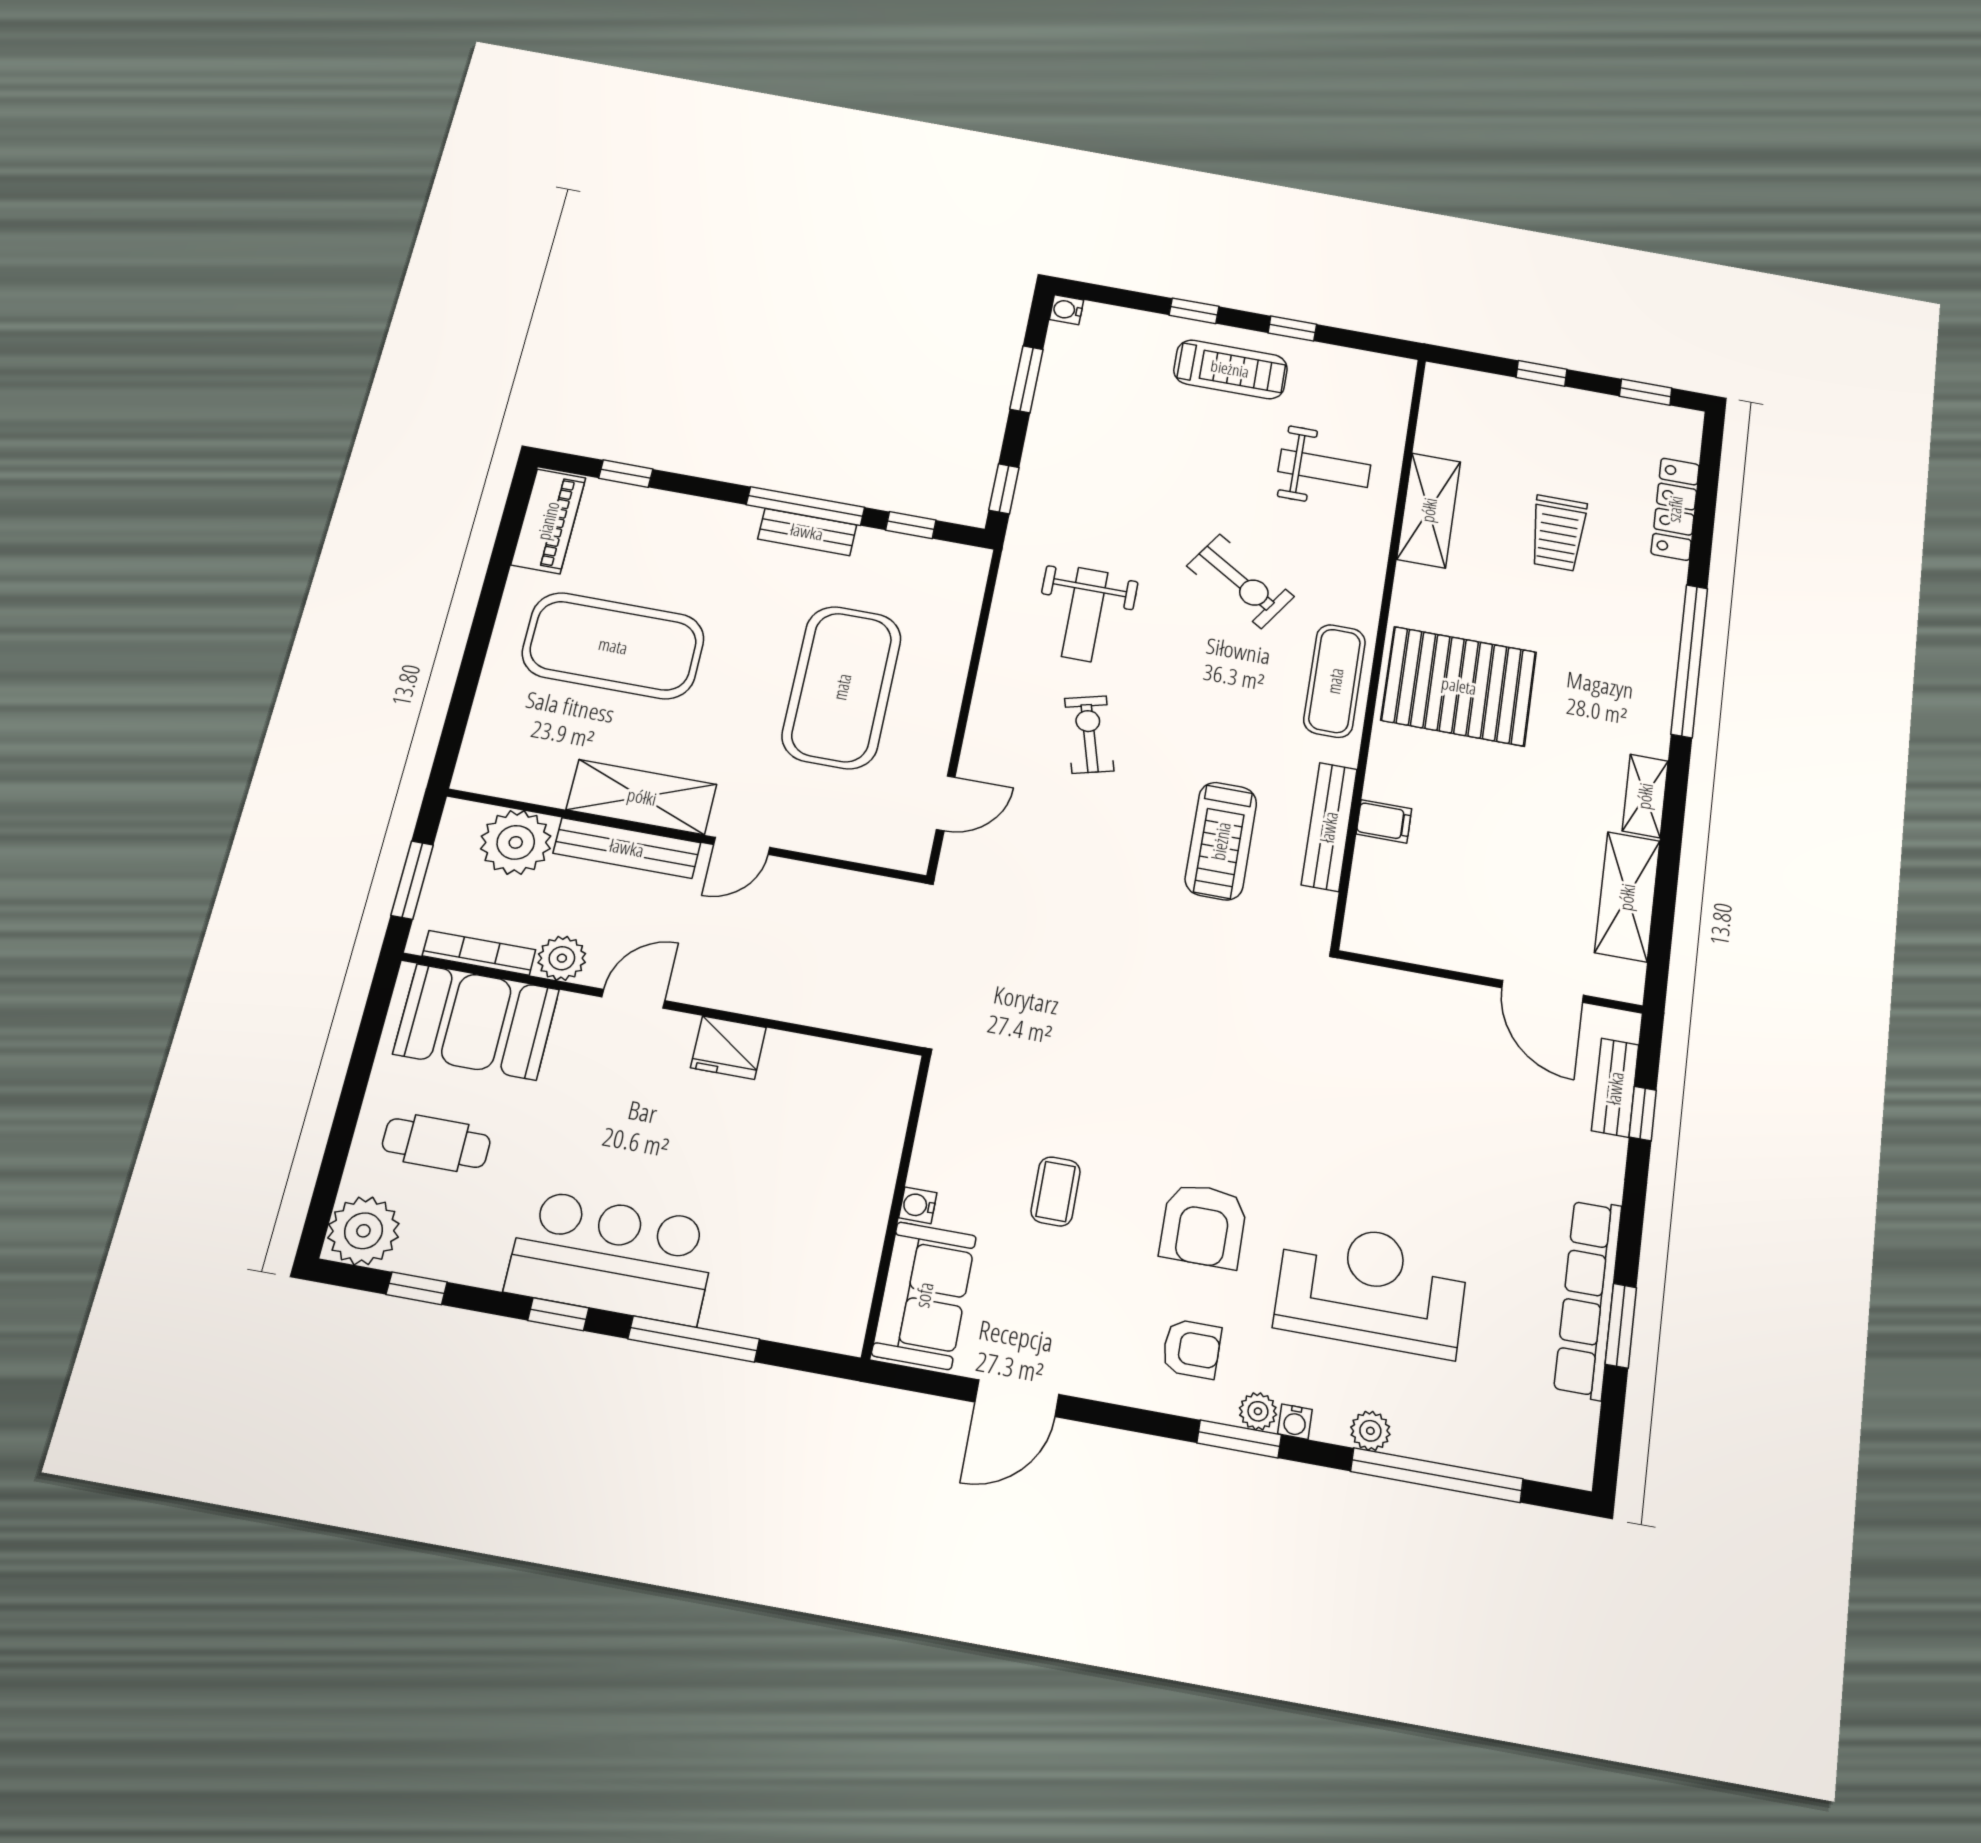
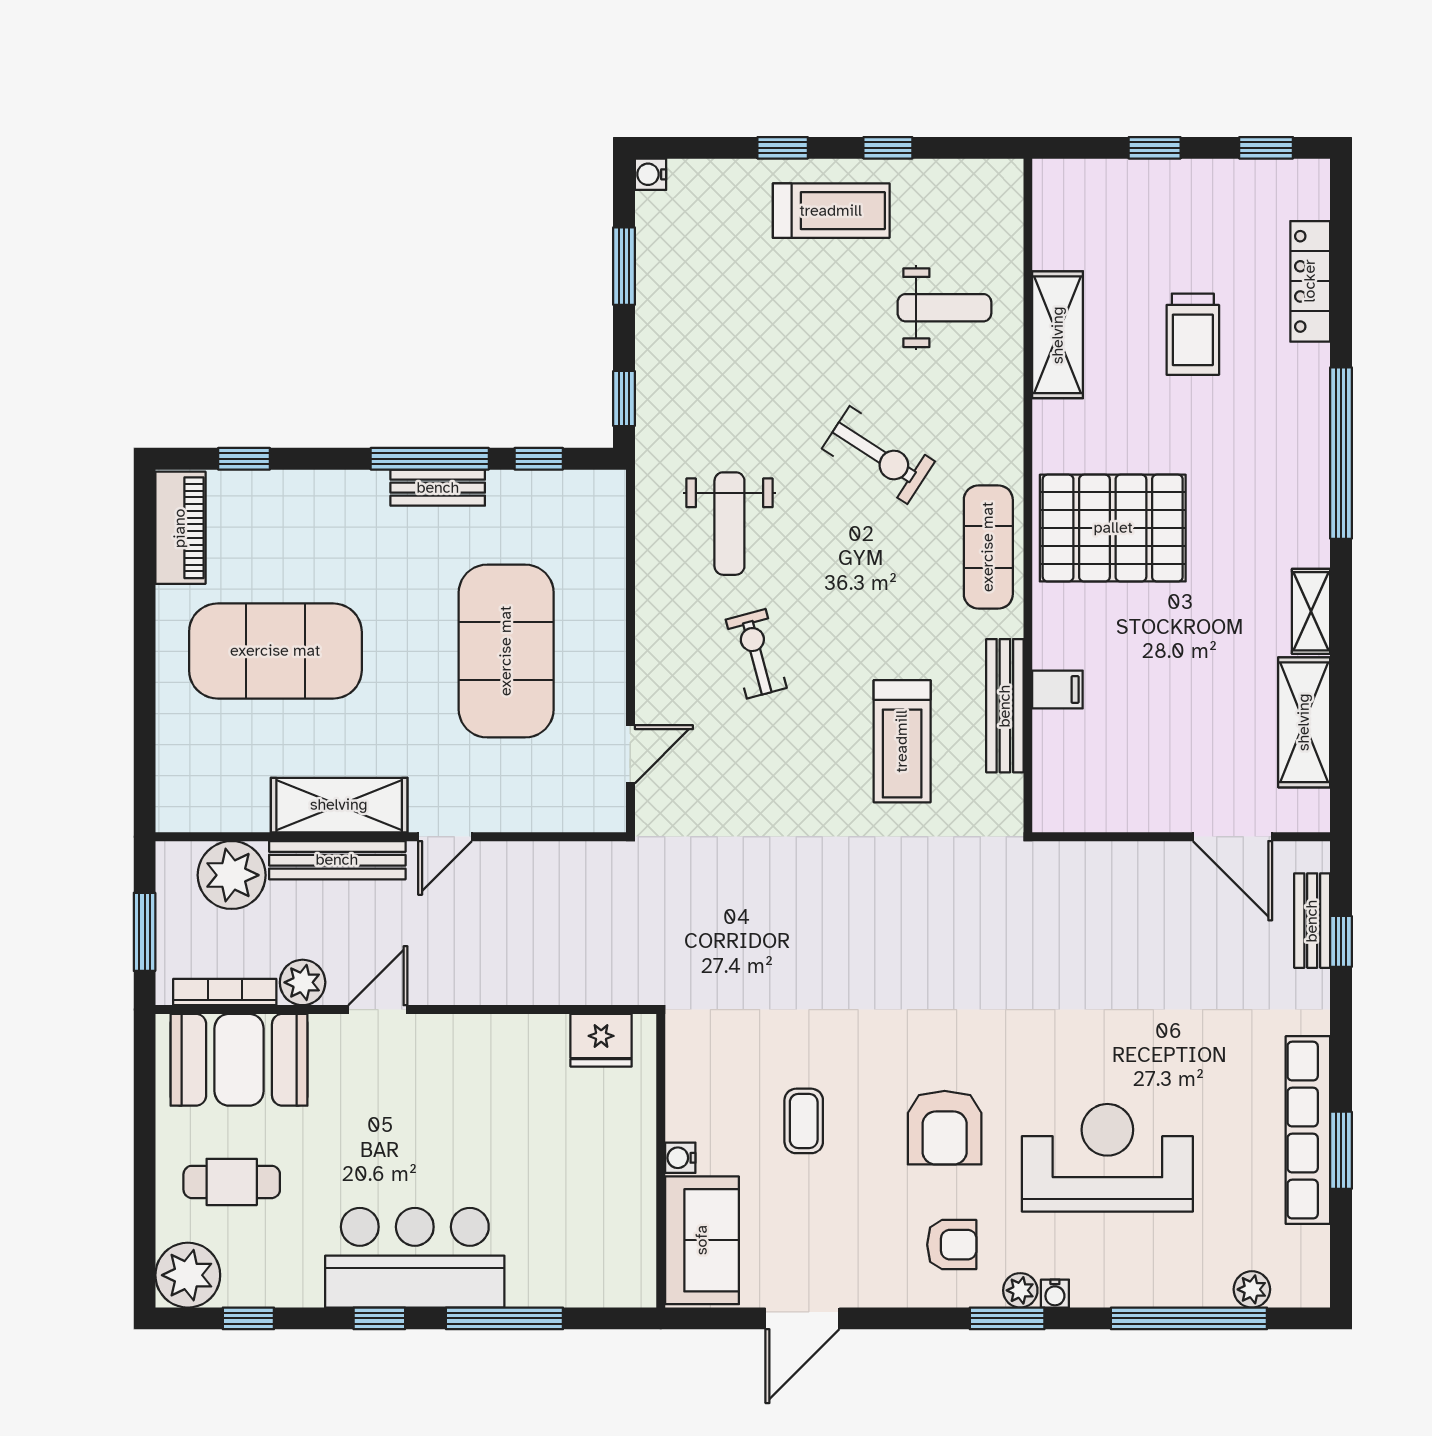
fridge: (728, 1048) -> (601, 1040), moved
plant: (1370, 1431) -> (1252, 1289), moved

